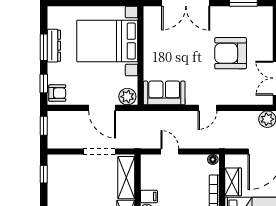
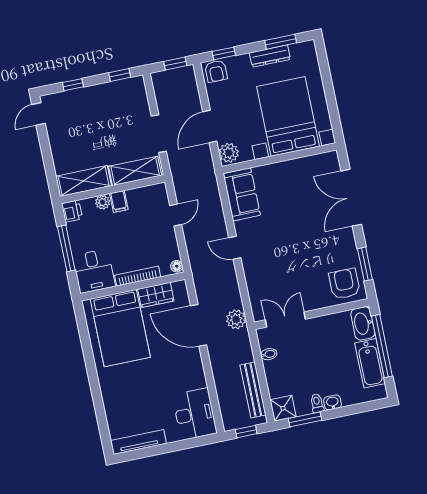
window: (44, 47) -> (281, 42), moved
armchair: (231, 53) -> (344, 284), moved, width x0.73, depth x0.73

